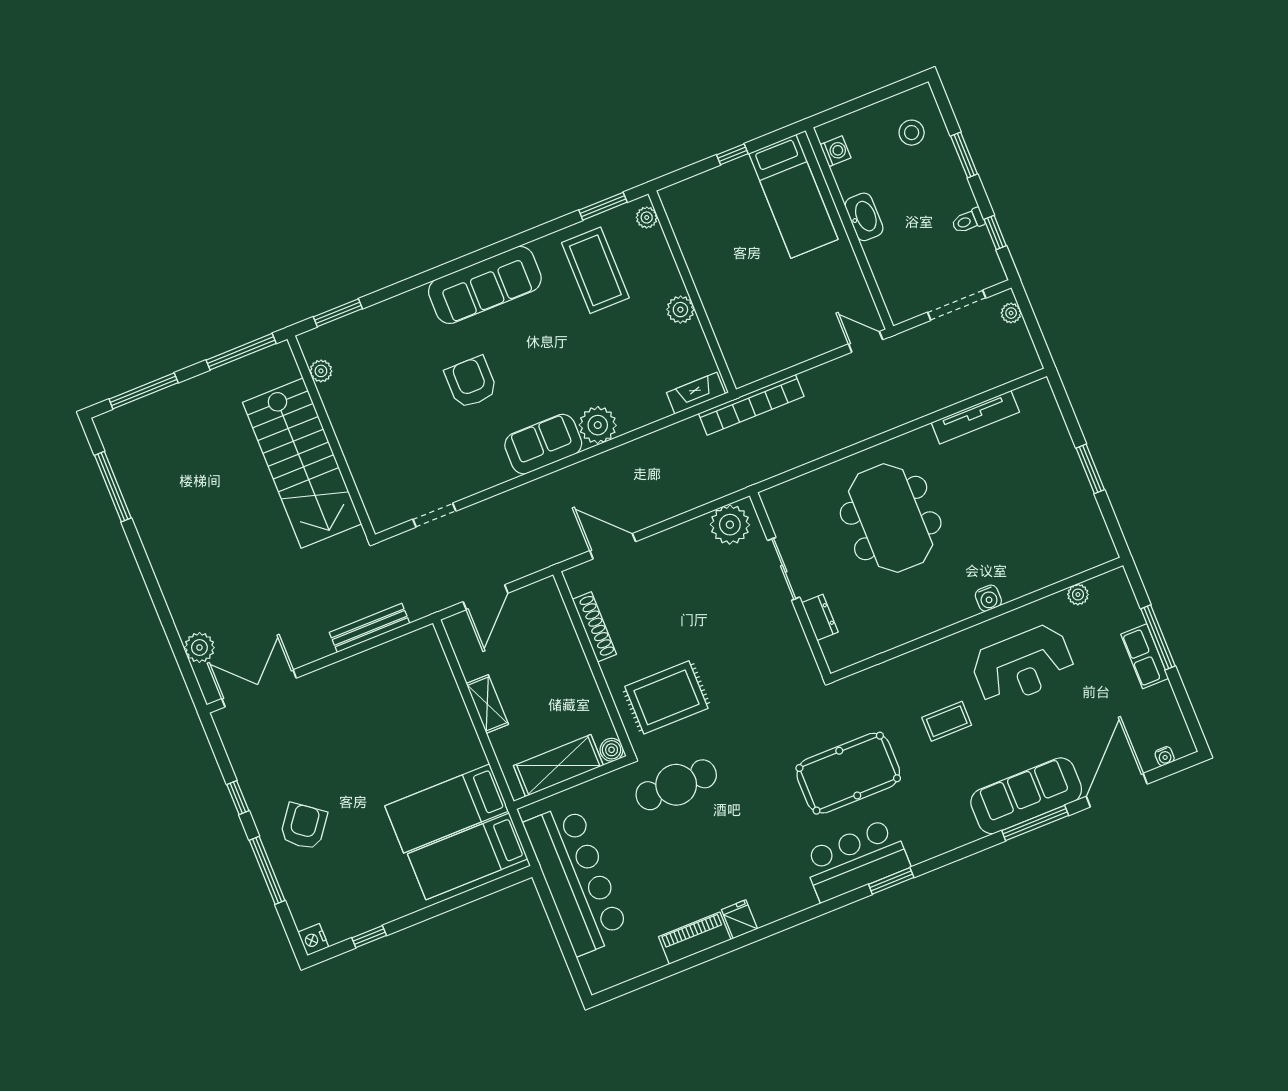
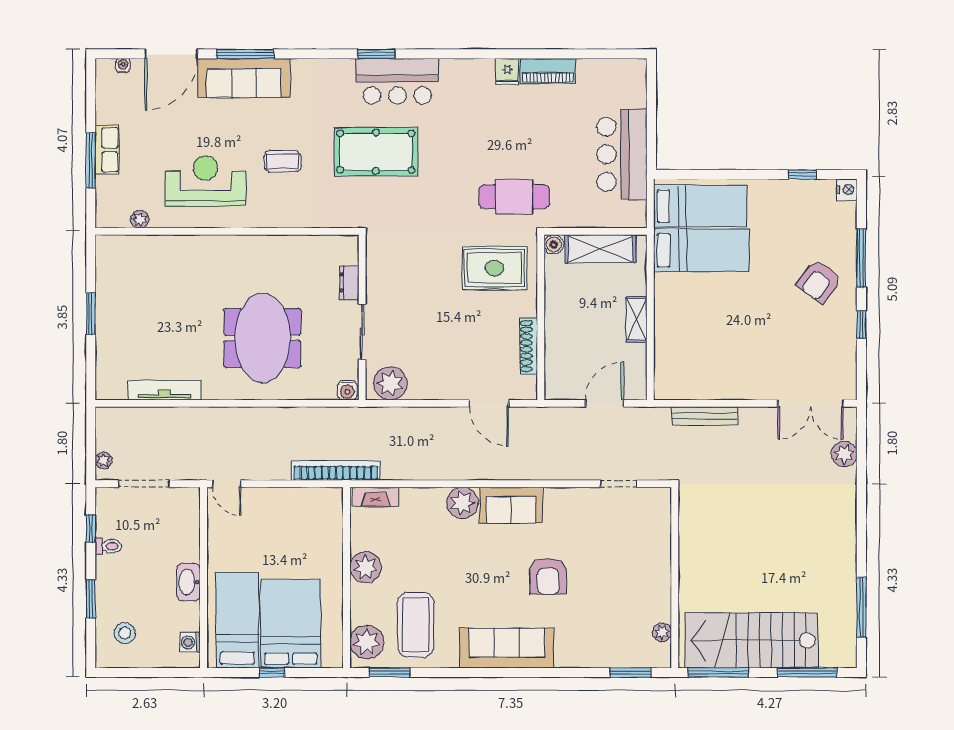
bed: (733, 216) -> (291, 624), added
plant: (647, 217) -> (367, 642), width x1.87, depth x1.87
plant: (680, 310) -> (366, 567), width x1.36, depth x1.36
stairs: (302, 463) -> (751, 640), moved, turned -90
water cooler: (988, 598) -> (347, 390), moved, turned 180
bar counter: (576, 879) -> (622, 154), width x0.73

